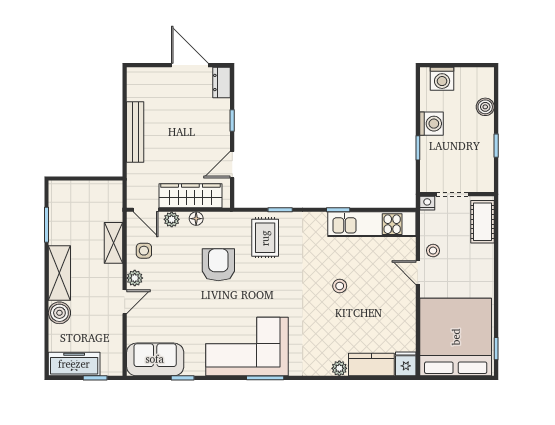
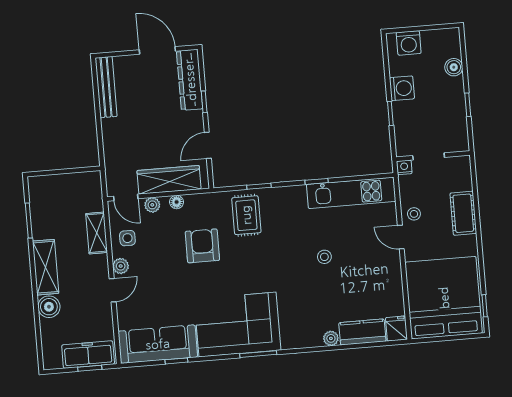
dresser: (222, 82) -> (190, 80), width x1.96, depth x1.24
bench: (135, 132) -> (106, 87), moved
cot: (482, 222) -> (463, 213), moved
sofa: (155, 359) -> (158, 344), width x1.36
freezer: (74, 364) -> (88, 355), moved

